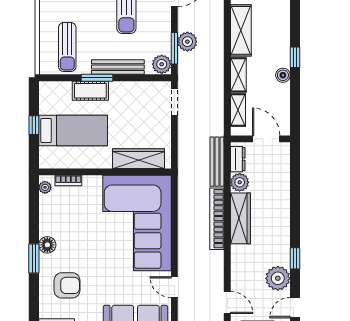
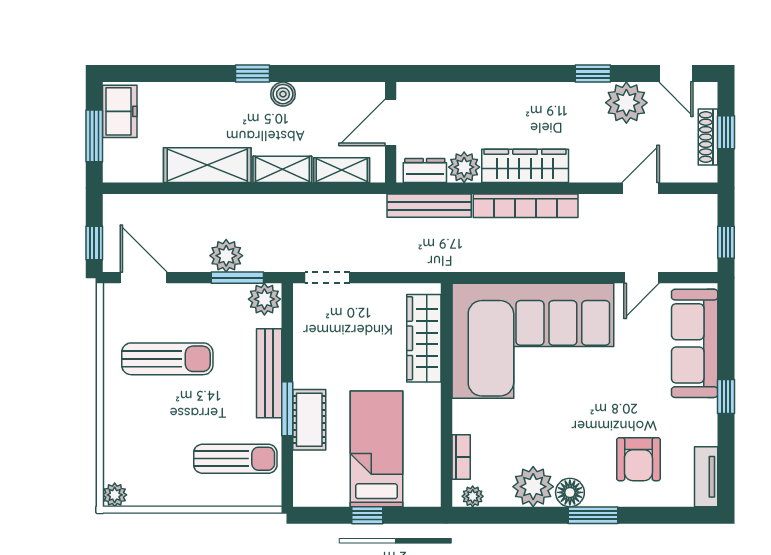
plant: (51, 223) -> (533, 487), added
armchair: (67, 285) -> (638, 459), turned 180
door: (227, 302) -> (641, 188), moved

